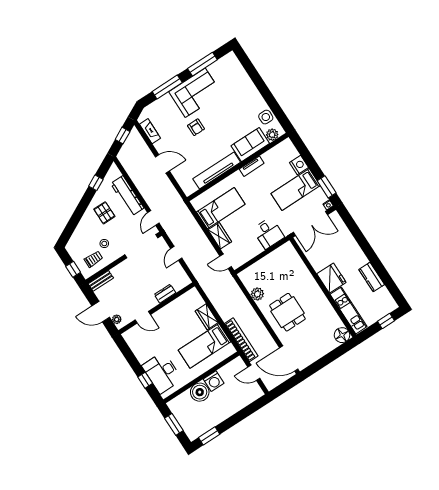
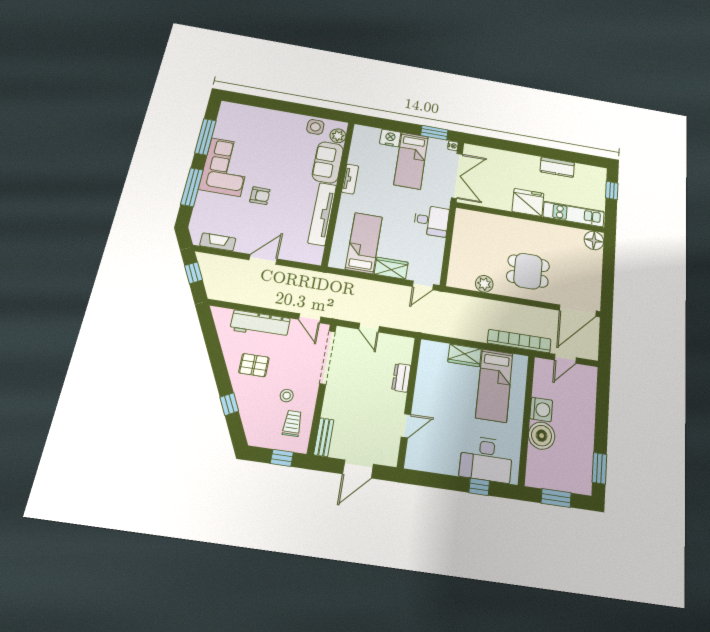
window: (96, 183) -> (229, 404), moved
plant: (117, 319) -> (383, 458), removed

